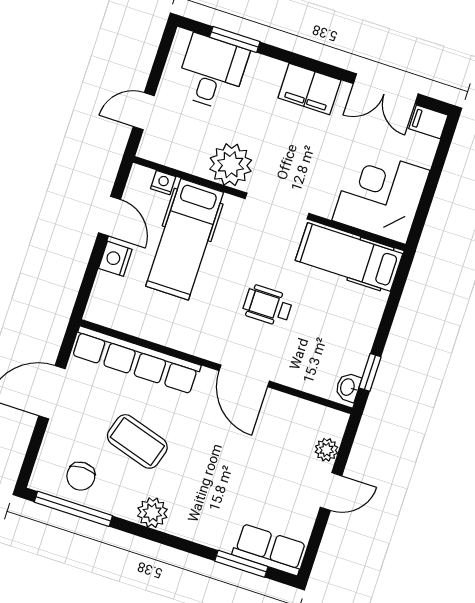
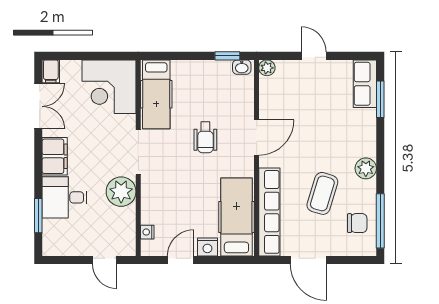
desk: (212, 72) -> (65, 197), moved
hospital bed: (185, 239) -> (236, 217), moved, turned -90
plant: (326, 450) -> (267, 68), moved

